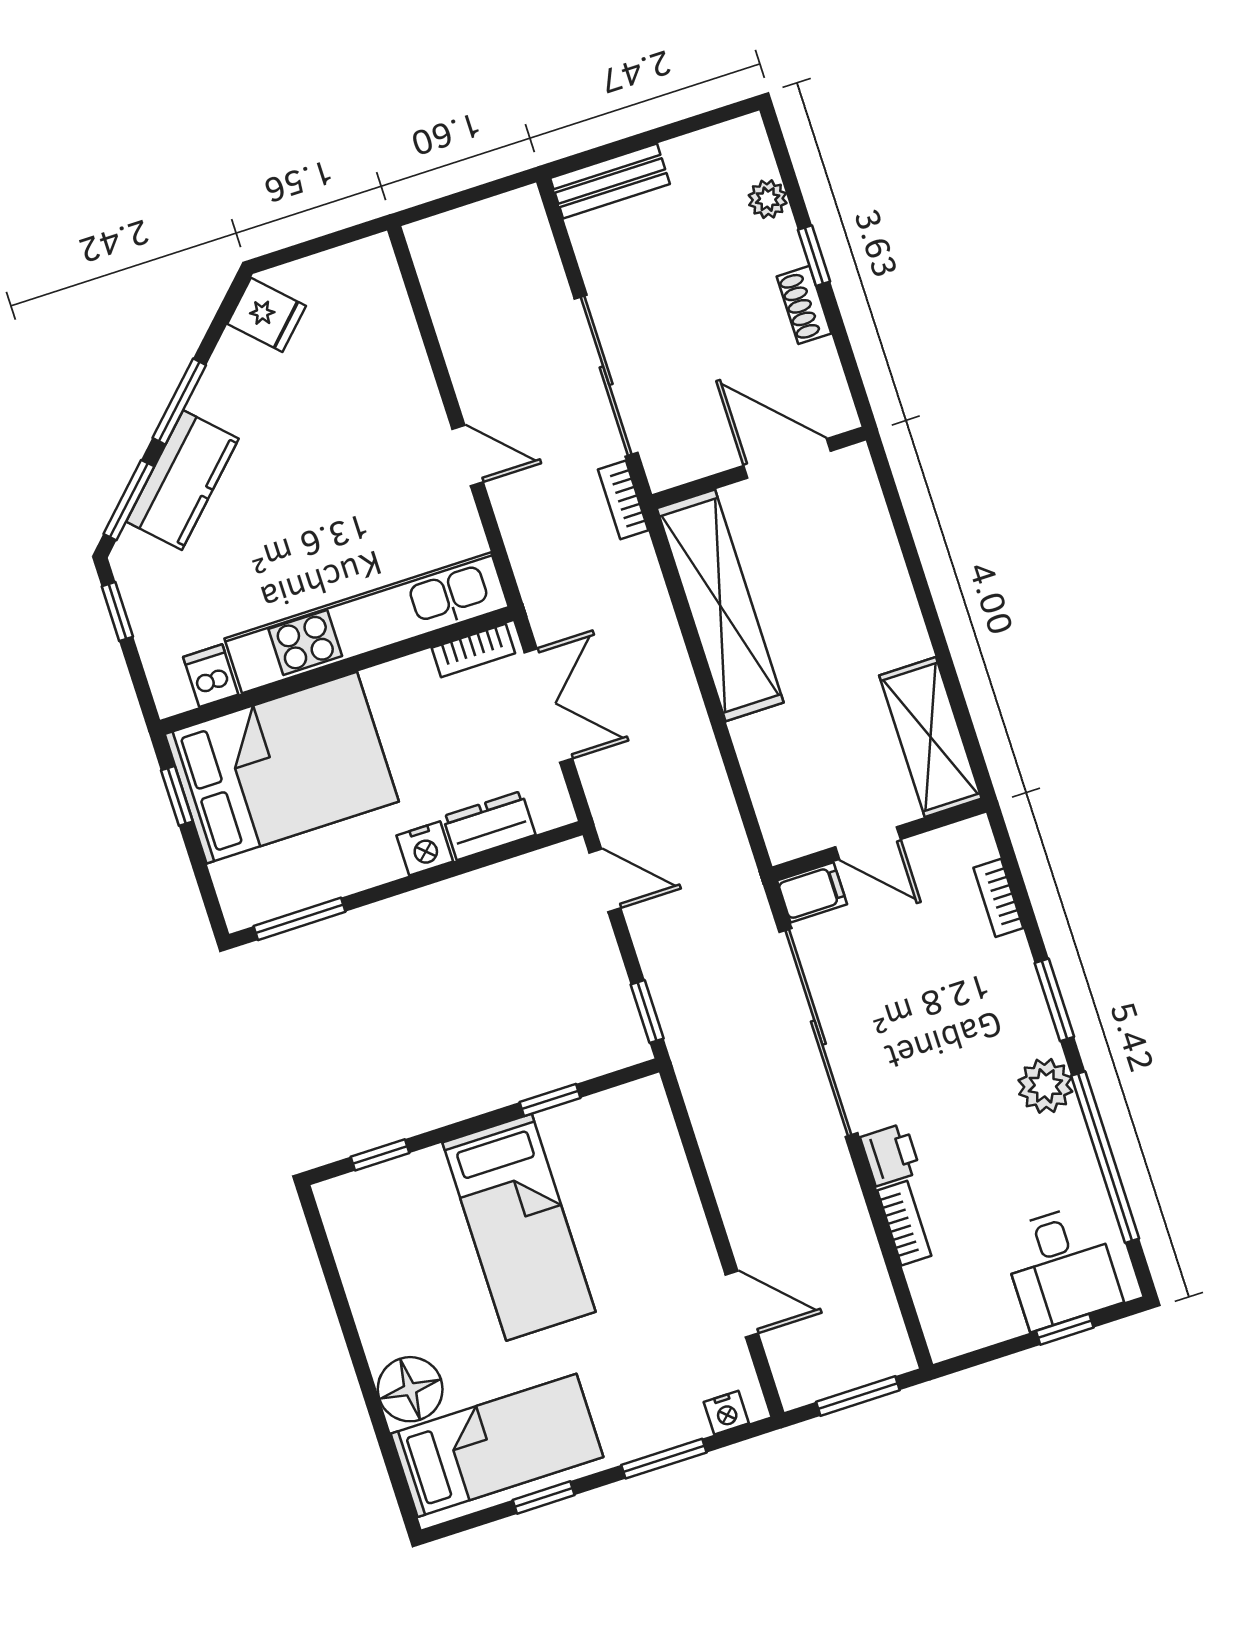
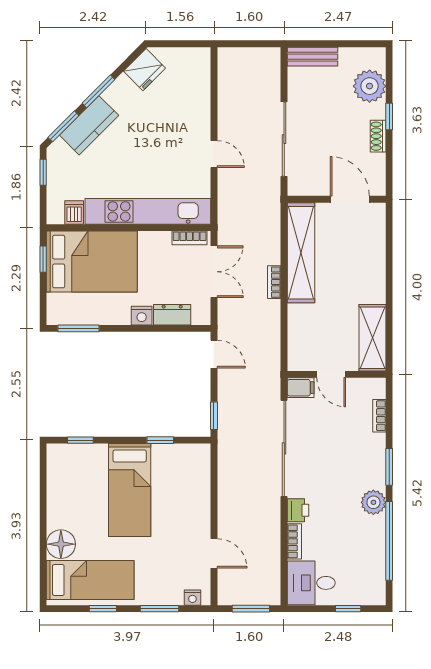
plant: (768, 199) -> (370, 86), width x1.88, depth x1.88
fridge: (267, 315) -> (144, 70), width x1.38
bookcase: (623, 500) -> (274, 282), moved
desk: (1061, 1267) -> (311, 583), moved, turned 90

